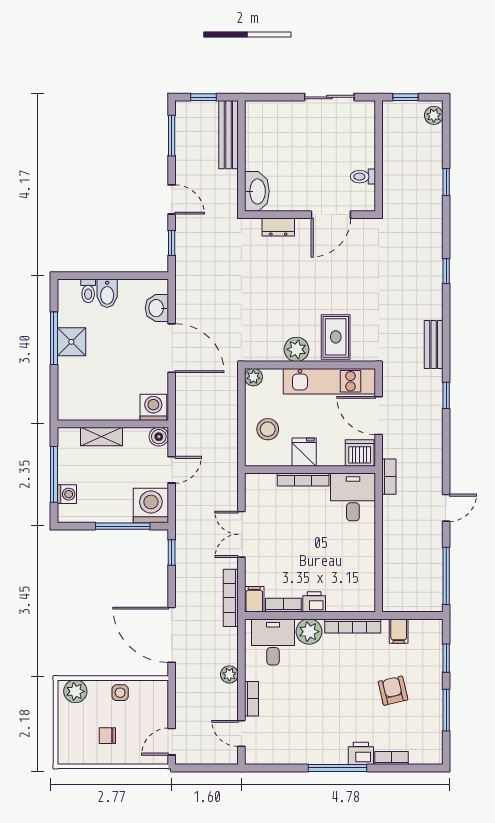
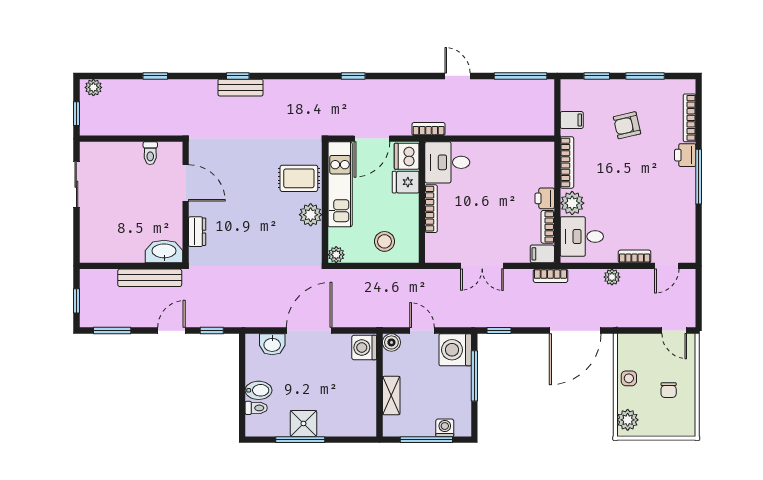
bench: (228, 135) -> (150, 278), moved
bench: (434, 344) -> (241, 88), moved
fridge: (304, 452) -> (406, 182), moved
bookcase: (231, 598) -> (550, 276), width x0.64
bookcase: (392, 758) -> (690, 118), width x1.56

